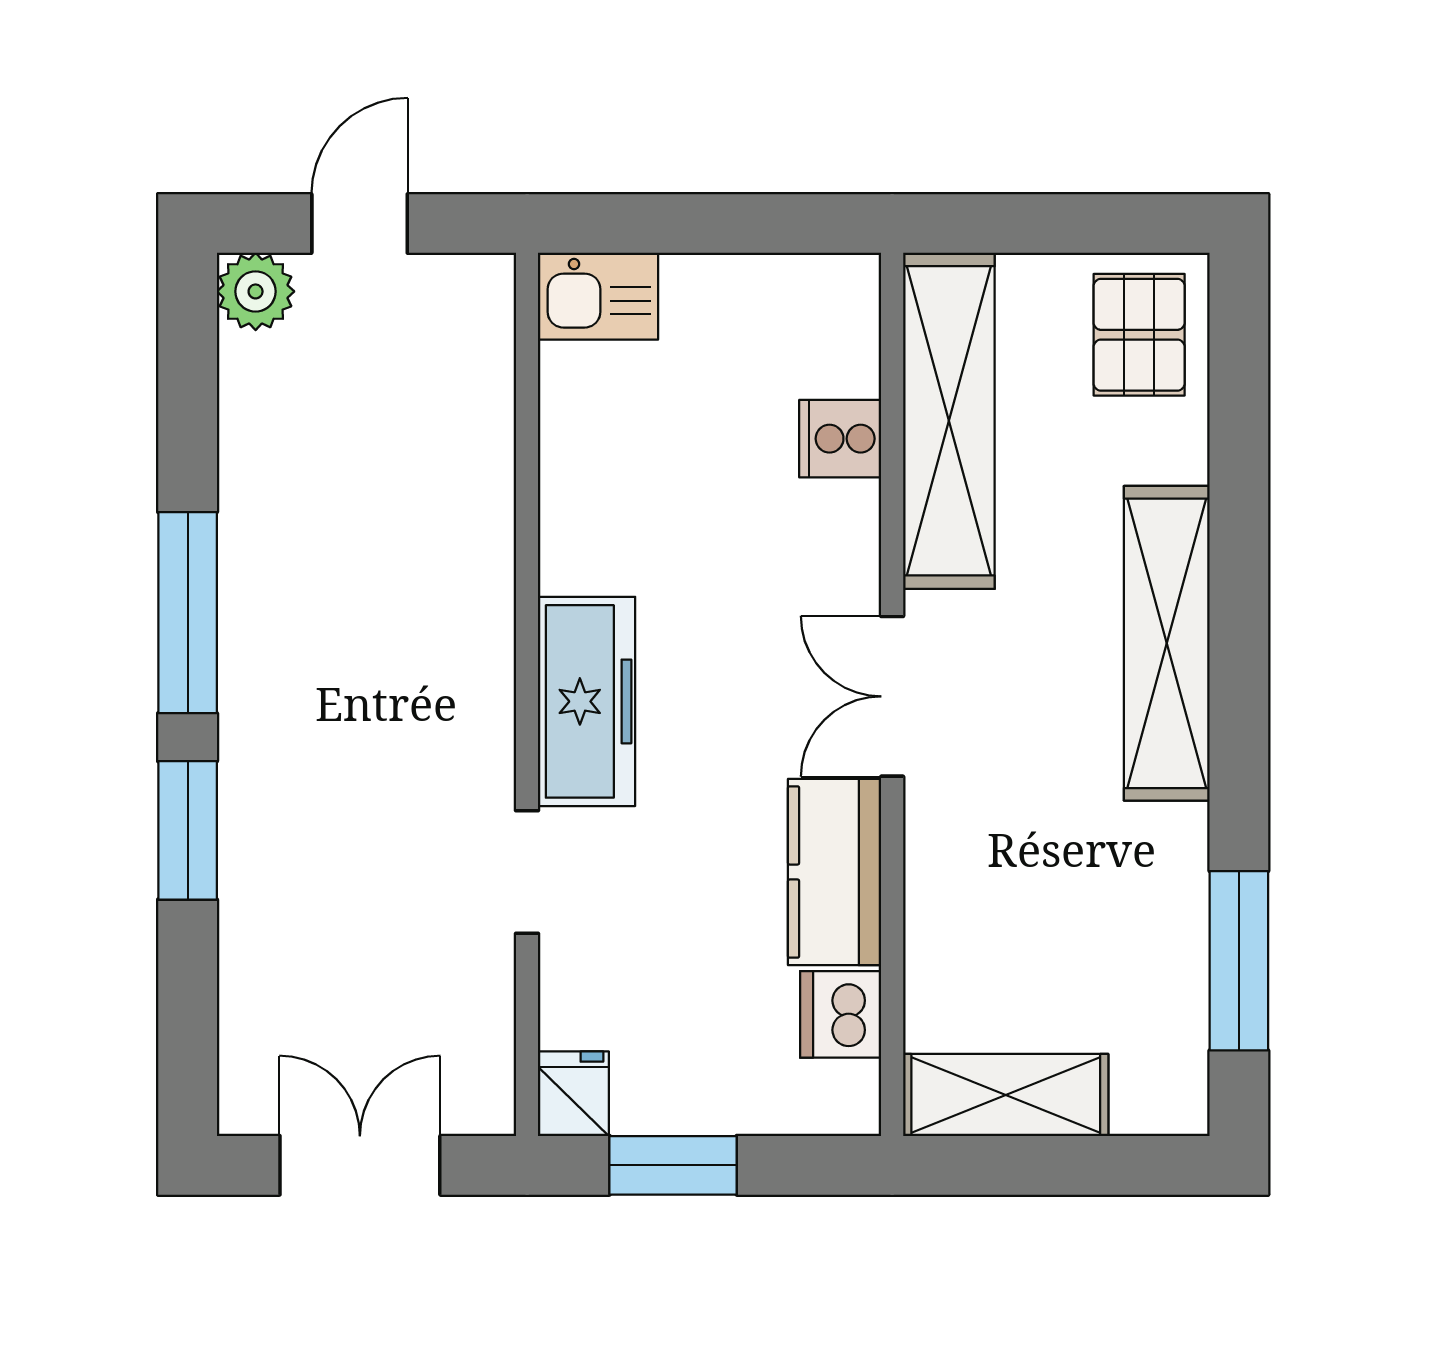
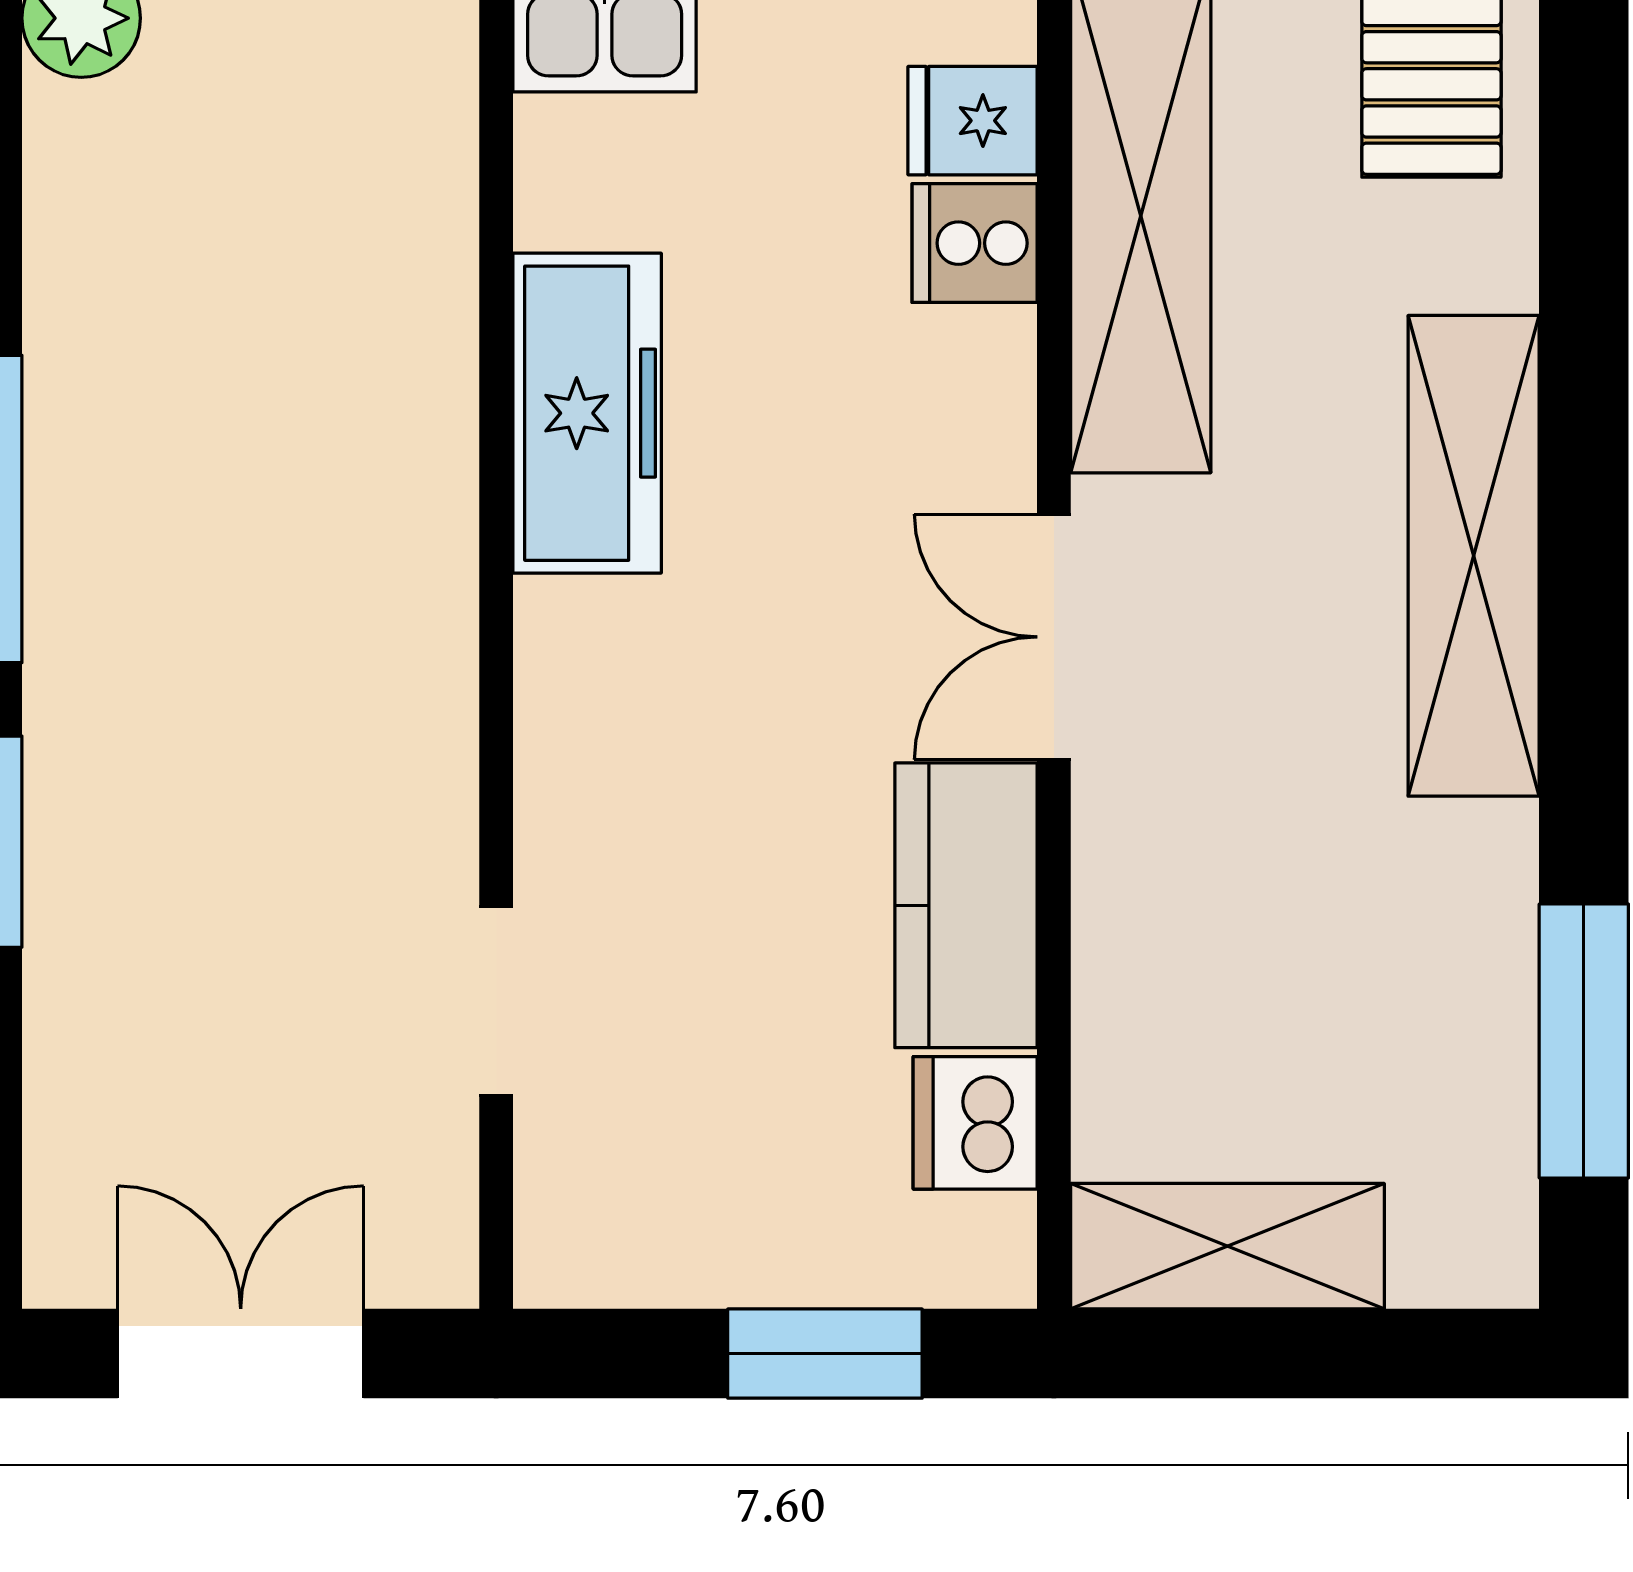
freezer: (587, 701) -> (587, 413), moved
doorway: (527, 872) -> (496, 1001), moved
fridge: (573, 1094) -> (973, 121), moved, turned -90
window: (673, 1165) -> (825, 1354), moved

